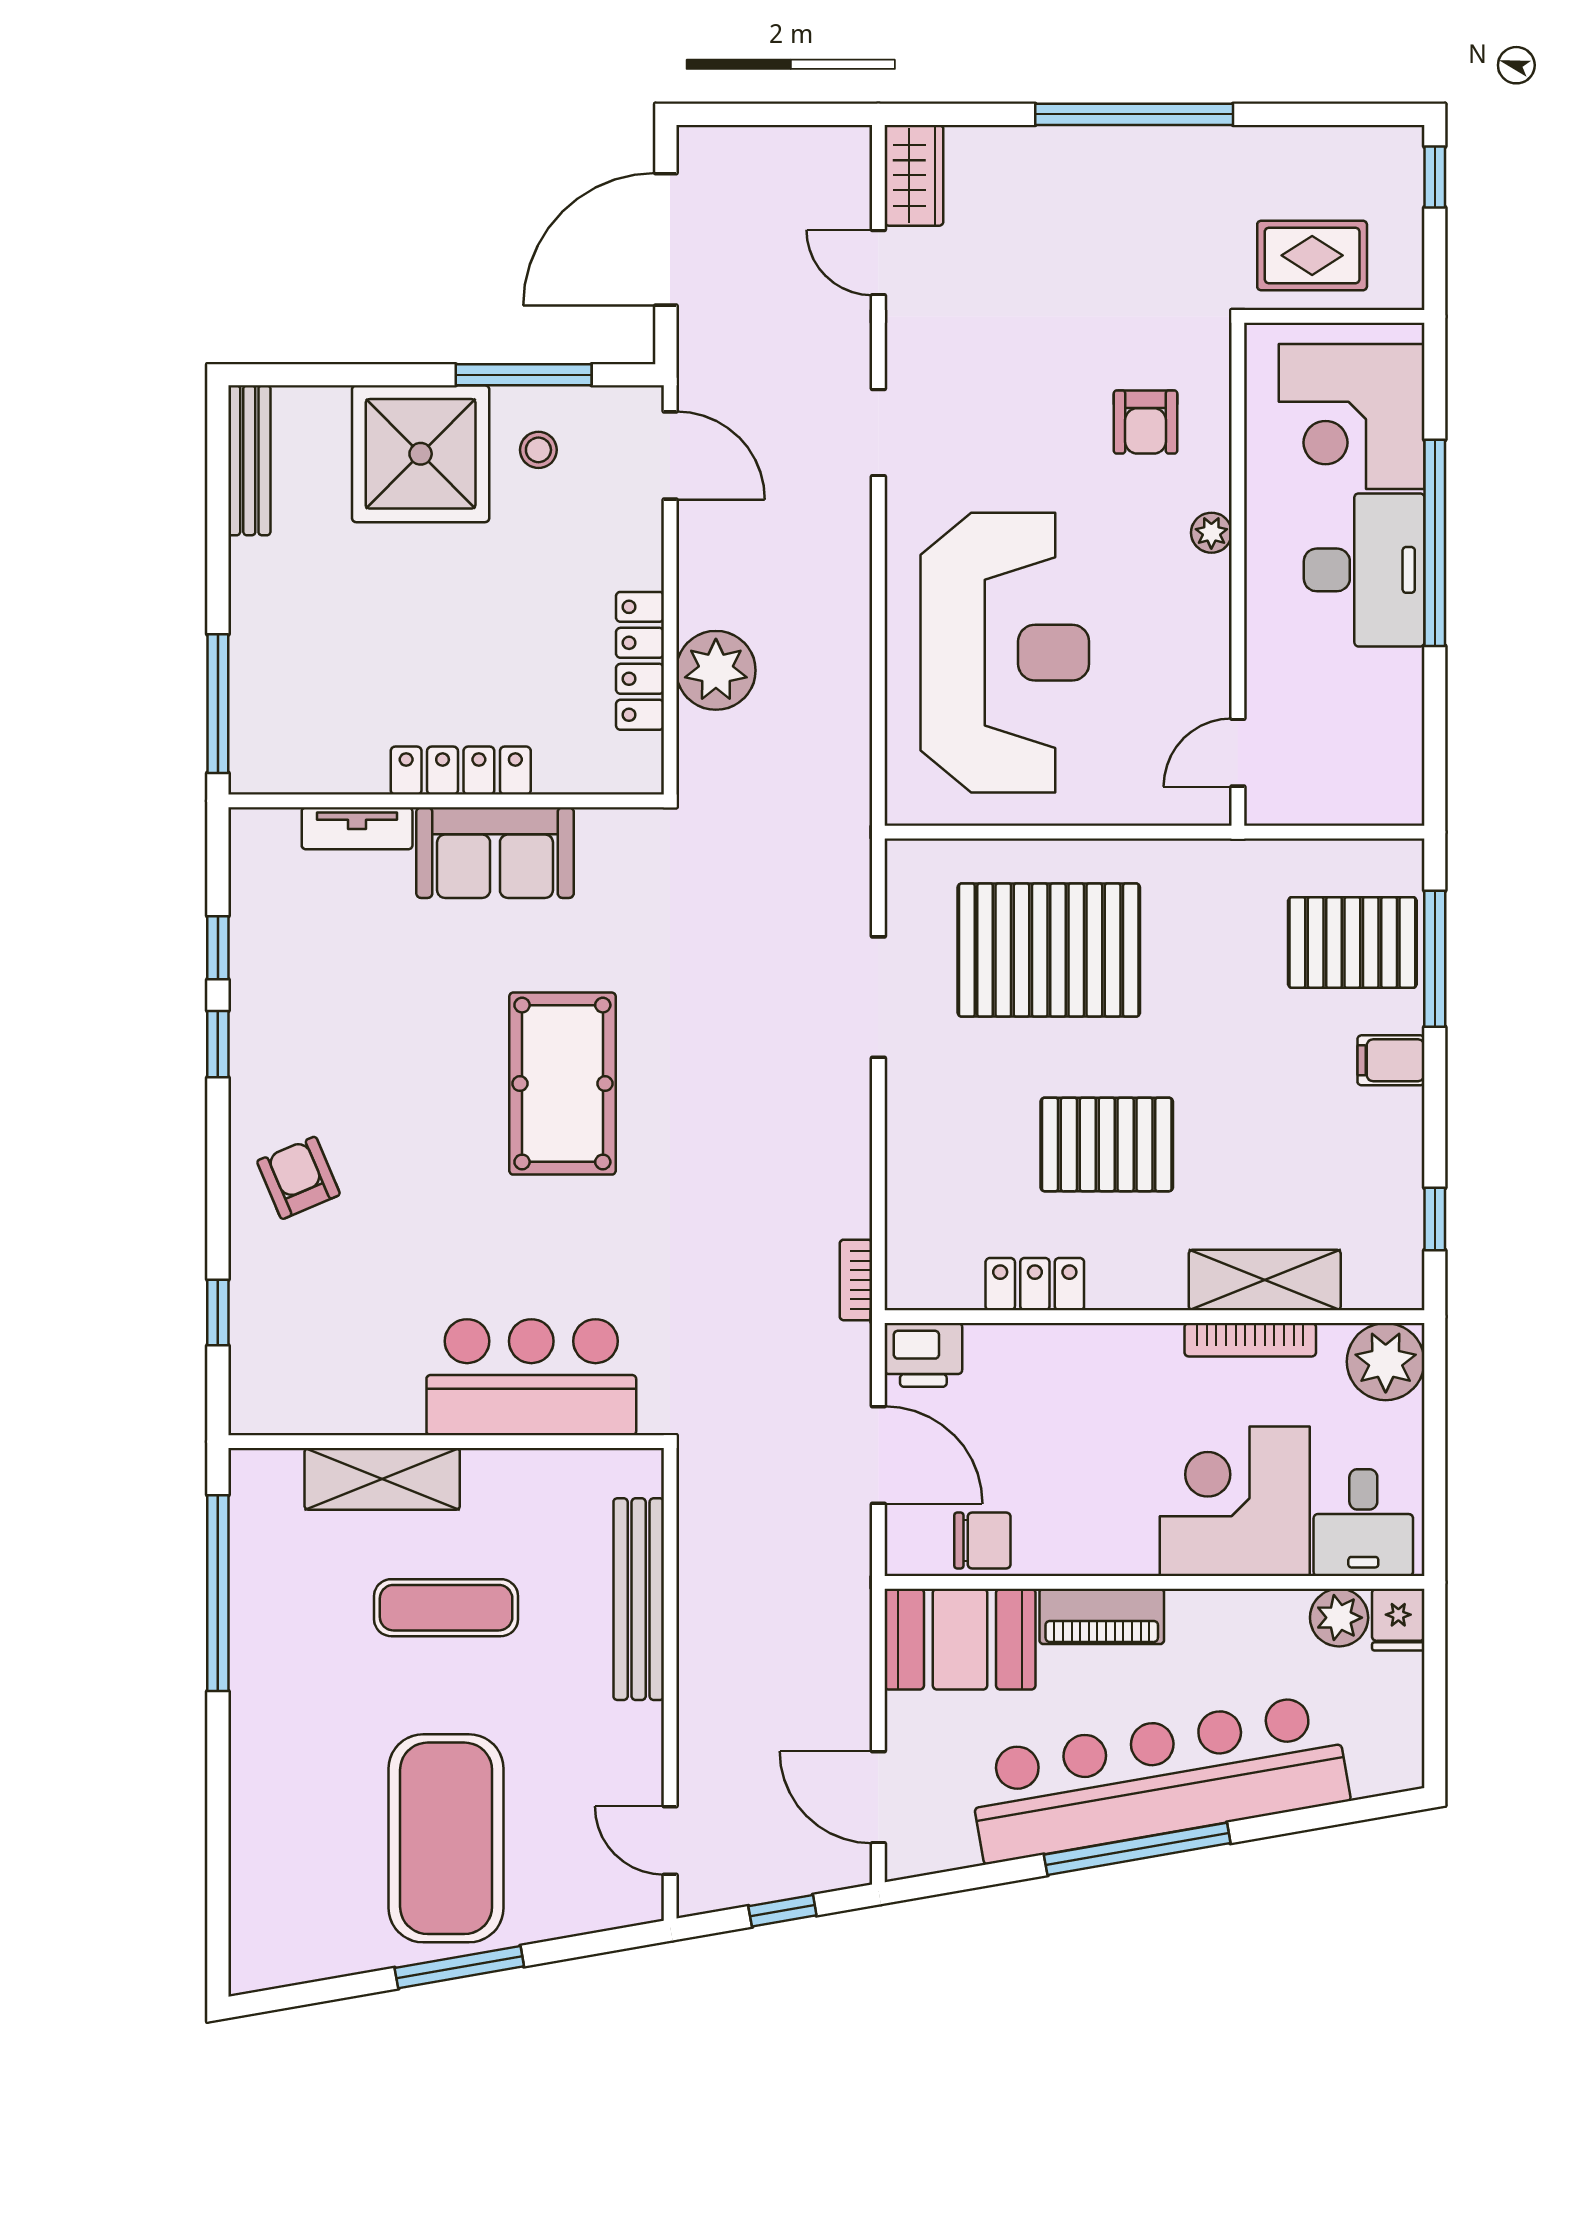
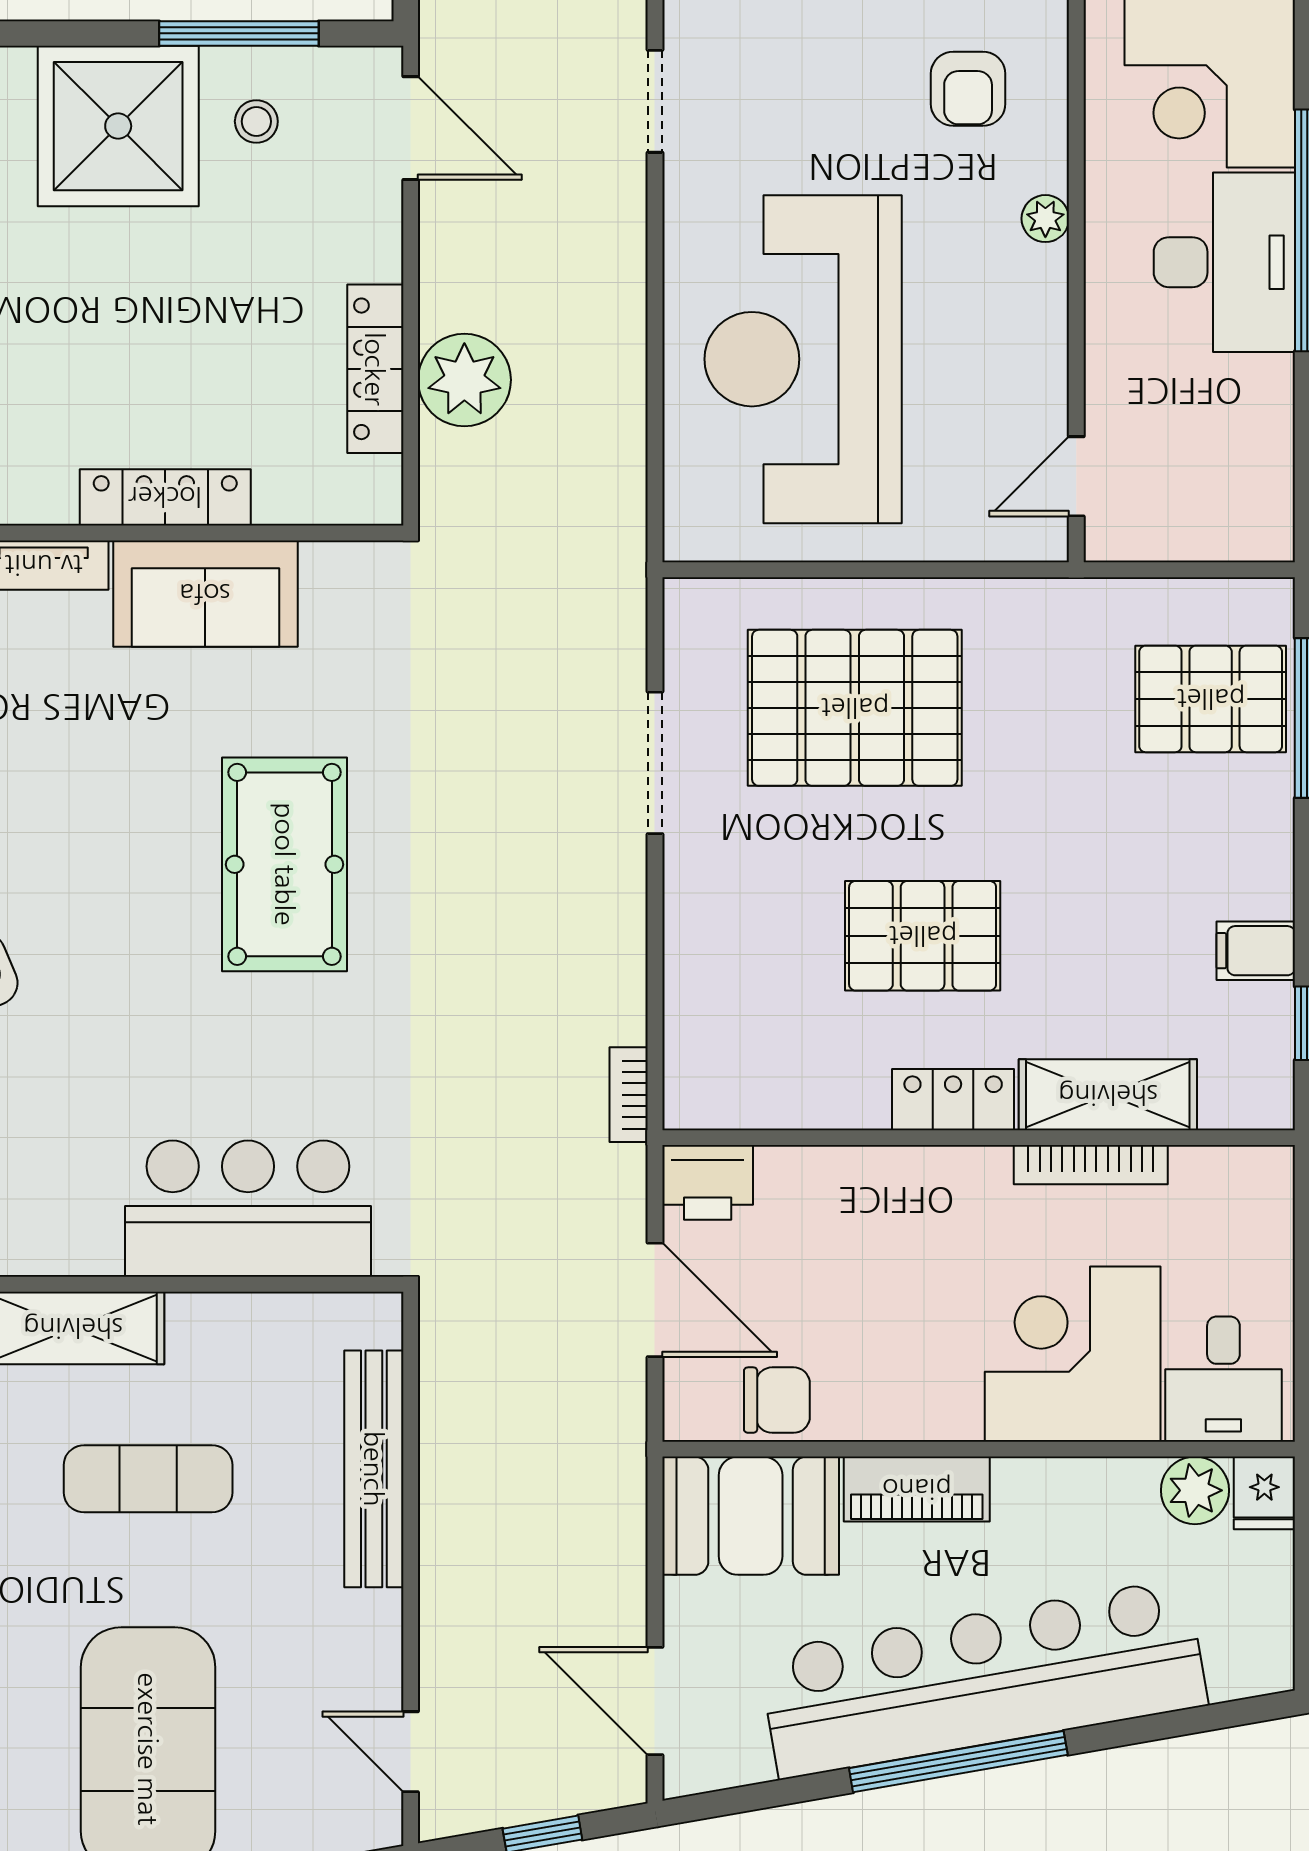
reception desk: (1005, 653) -> (803, 359), turned 180
filing cabinet: (1391, 1060) -> (1256, 951), moved
locker: (1035, 1284) -> (953, 1100), moved
plant: (1386, 1362) -> (1250, 1190), removed

